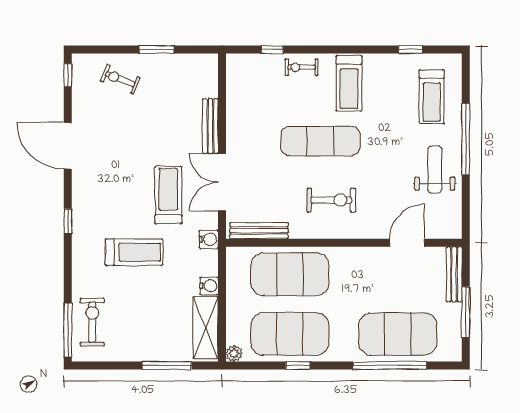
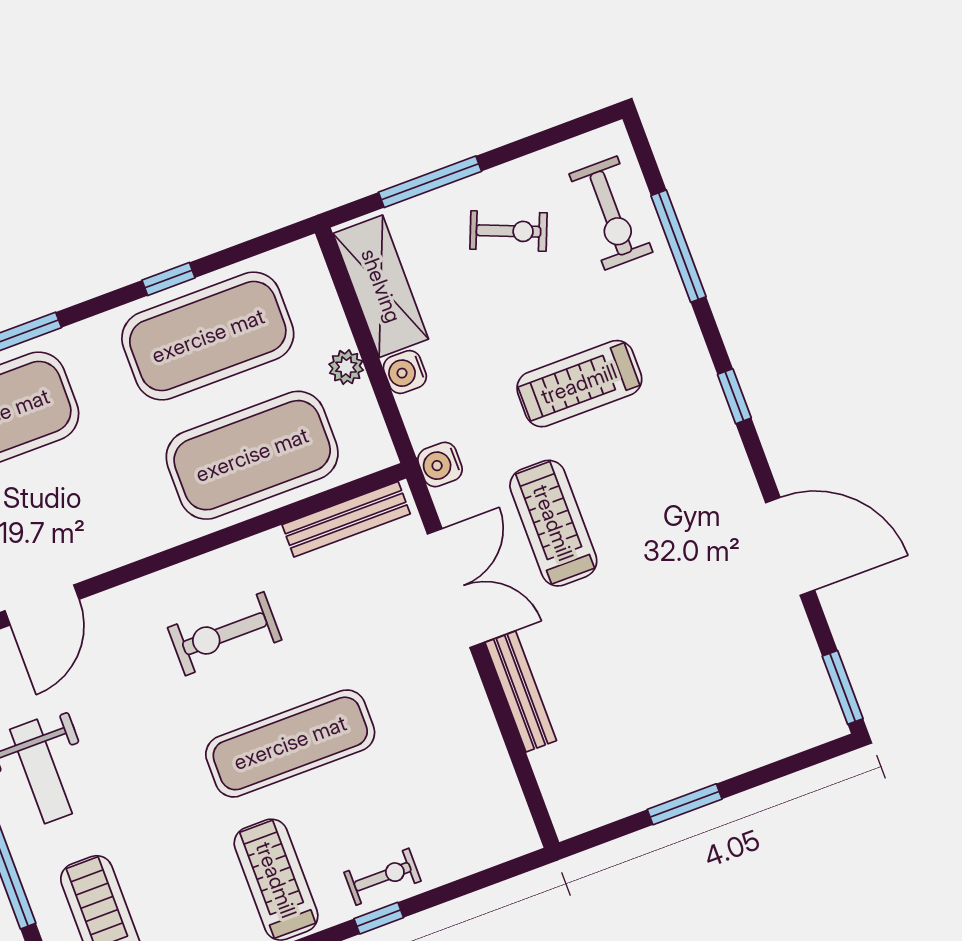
window: (272, 50) -> (379, 918), moved
window: (68, 75) -> (843, 687), width x1.50
exercise bike: (120, 79) -> (509, 231), moved
treadmill: (168, 195) -> (553, 523), turned 180
window: (68, 330) -> (679, 246), moved
plant: (234, 353) -> (346, 367), moved

